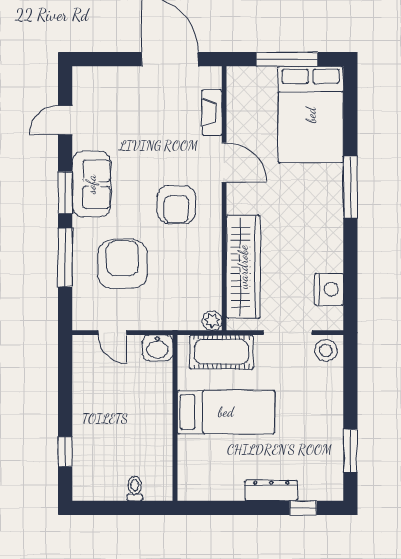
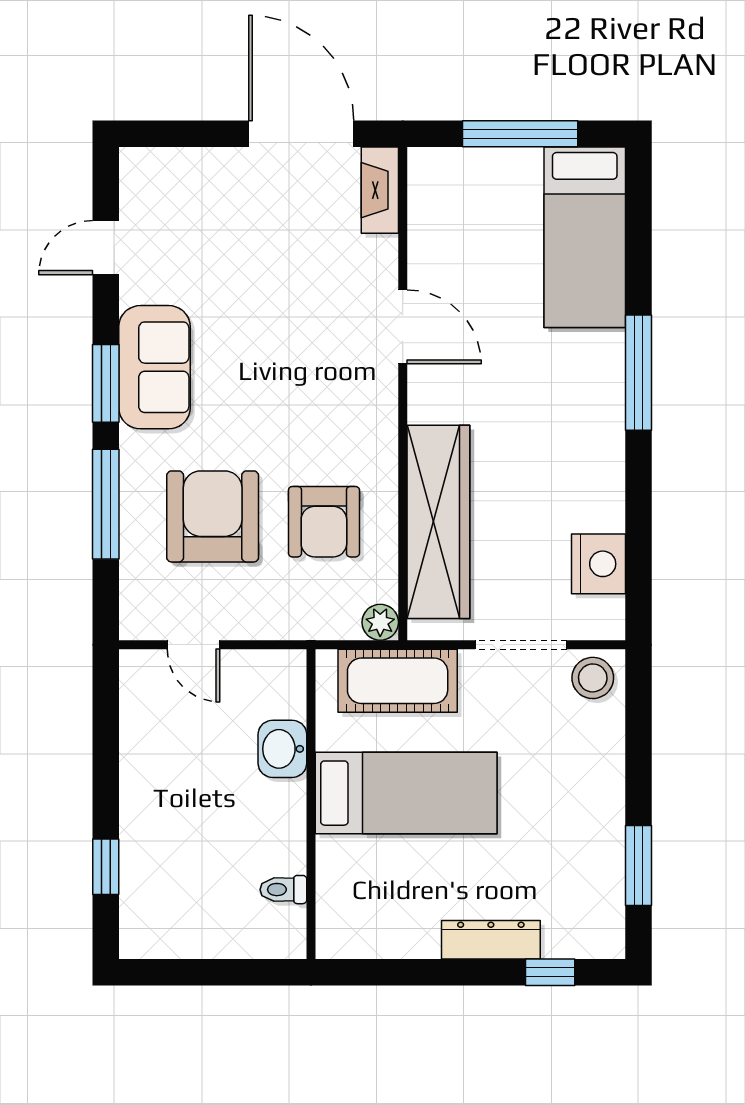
fireplace: (212, 113) -> (380, 190), moved
bed: (311, 115) -> (585, 237), width x0.67
armchair: (176, 204) -> (324, 522), moved
washbasin: (157, 348) -> (282, 749), moved, turned 90
toilet: (135, 489) -> (283, 890), moved, turned -90

